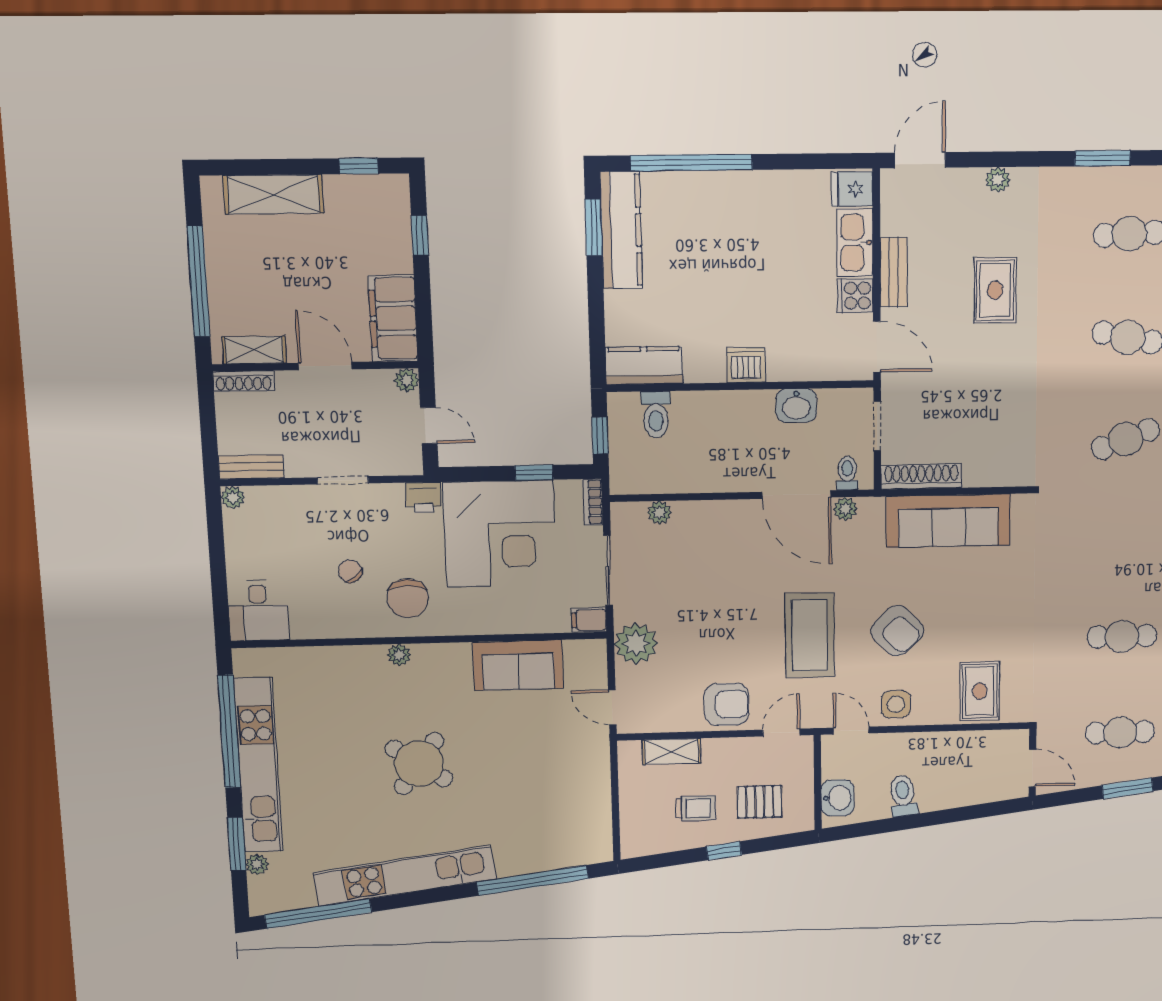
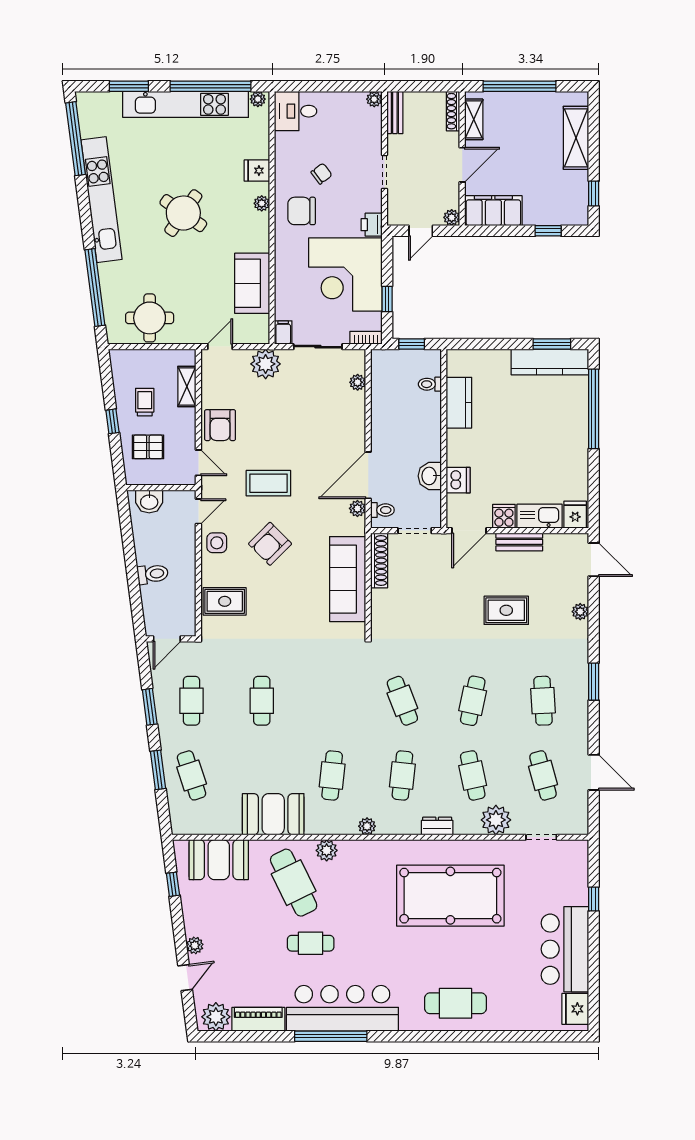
dishwasher: (746, 365) -> (458, 480), moved
kitchen counter: (644, 366) -> (459, 403), moved
toilet: (656, 415) -> (430, 384), width x0.73, depth x0.72
coffee table: (810, 635) -> (268, 483), width x0.73, depth x0.76
fridge: (351, 663) -> (257, 171), added
toilet: (903, 796) -> (153, 574), moved
pallet: (760, 802) -> (148, 447), turned 90
round table: (574, 805) -> (150, 318), added
trolley: (695, 808) -> (145, 402), turned 180
plant: (257, 864) -> (258, 99), moved

